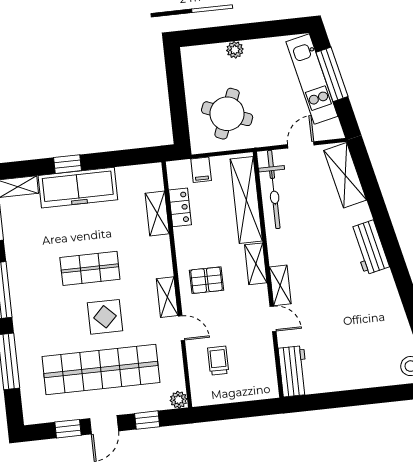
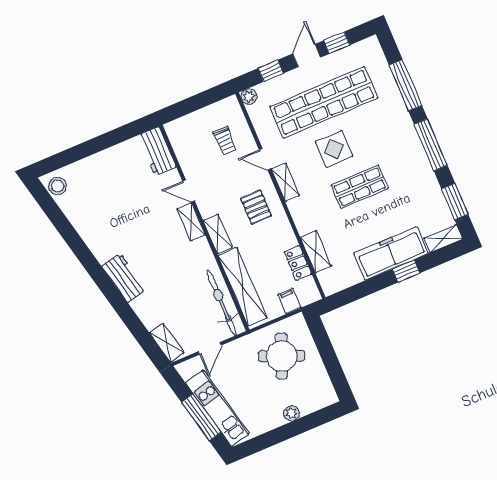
shelving: (345, 175) -> (167, 343), width x0.67, depth x0.75
pallet: (207, 280) -> (256, 207), turned 90

